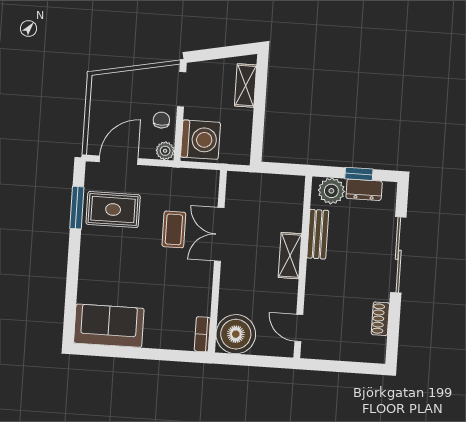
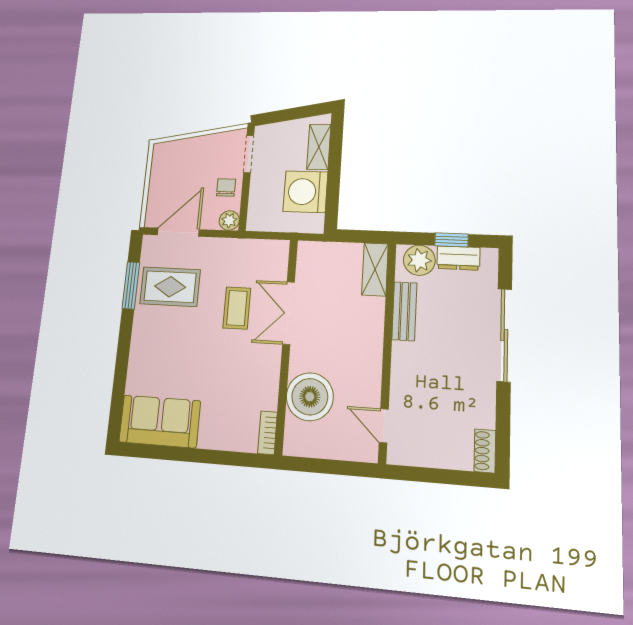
washing machine: (200, 140) -> (305, 192), moved, turned 180
shelving: (290, 256) -> (375, 269), moved
shoe rack: (380, 319) -> (485, 451), moved
boiler: (236, 334) -> (310, 397), moved

